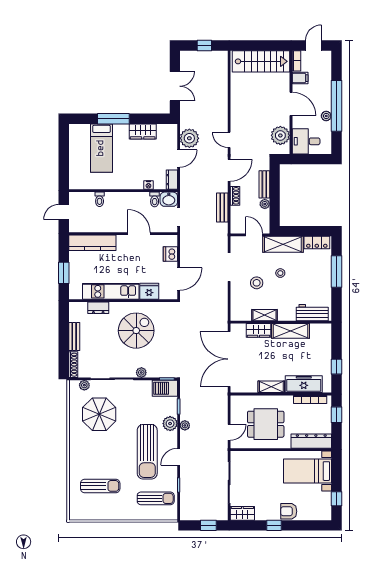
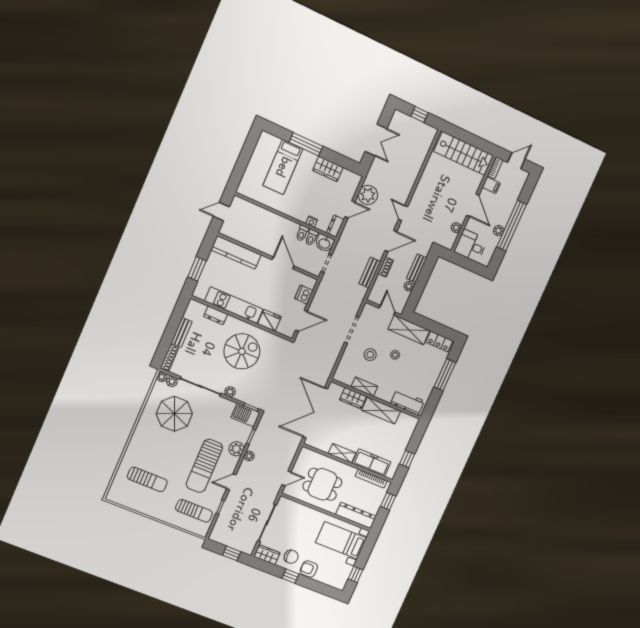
plant: (280, 135) -> (456, 228), width x0.53, depth x0.53
toilet: (100, 199) -> (302, 233), moved
plant: (73, 385) -> (162, 377), added
chair: (267, 506) -> (291, 557), added

